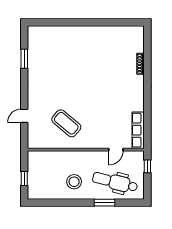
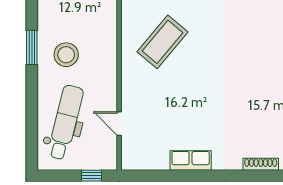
row of seats: (138, 130) -> (191, 160), moved, width x0.68
window: (105, 203) -> (32, 47), moved

